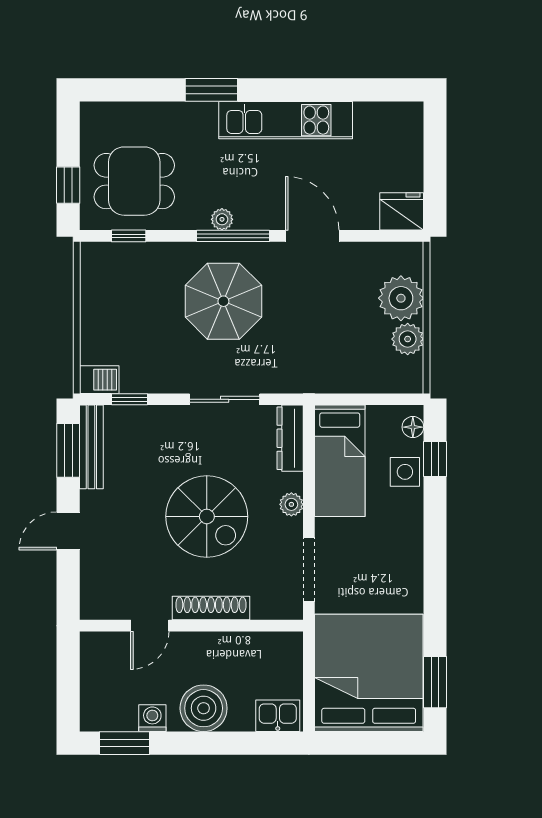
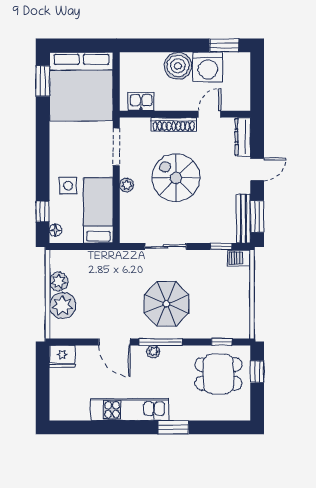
plant: (222, 219) -> (153, 352), moved
dresser: (290, 438) -> (243, 137), moved, turned 180
side table: (405, 472) -> (68, 186), moved
kitchen sink: (278, 716) -> (141, 101), moved, turned 180
washing machine: (152, 718) -> (208, 67), width x1.89, depth x1.89

